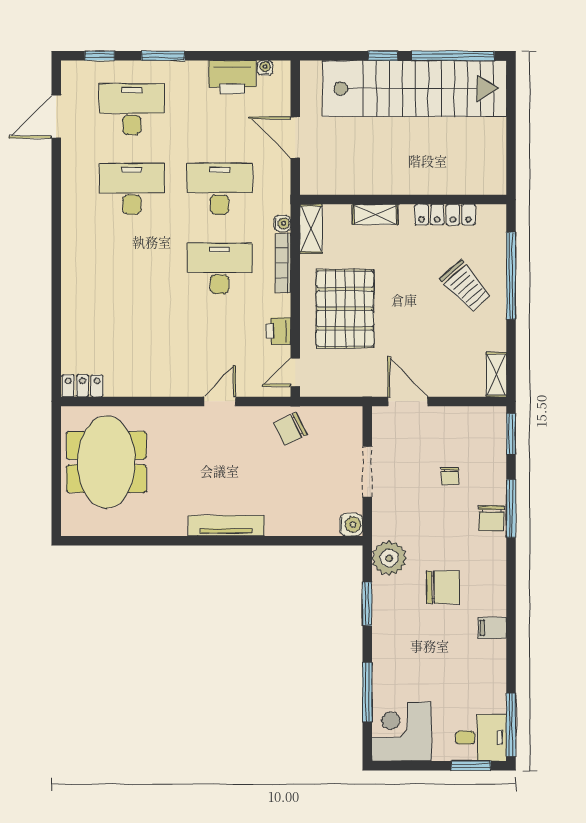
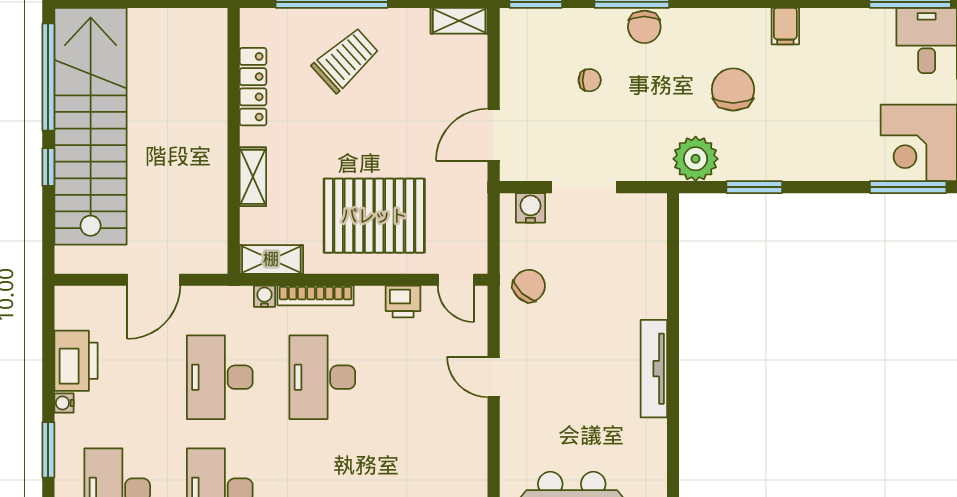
water cooler: (265, 68) -> (64, 403), moved
chair: (291, 429) -> (529, 286), turned -111
chair: (492, 518) -> (644, 27), turned 90
water cooler: (351, 525) -> (531, 208), moved
window: (367, 692) -> (908, 187), moved

